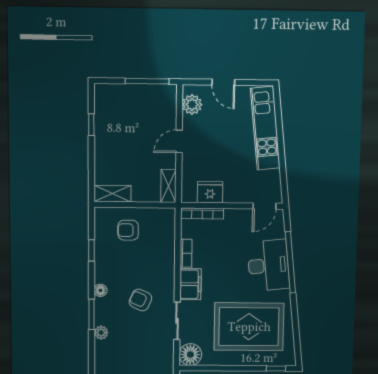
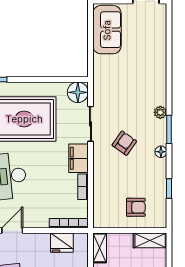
armchair: (140, 300) -> (124, 143), turned -79

